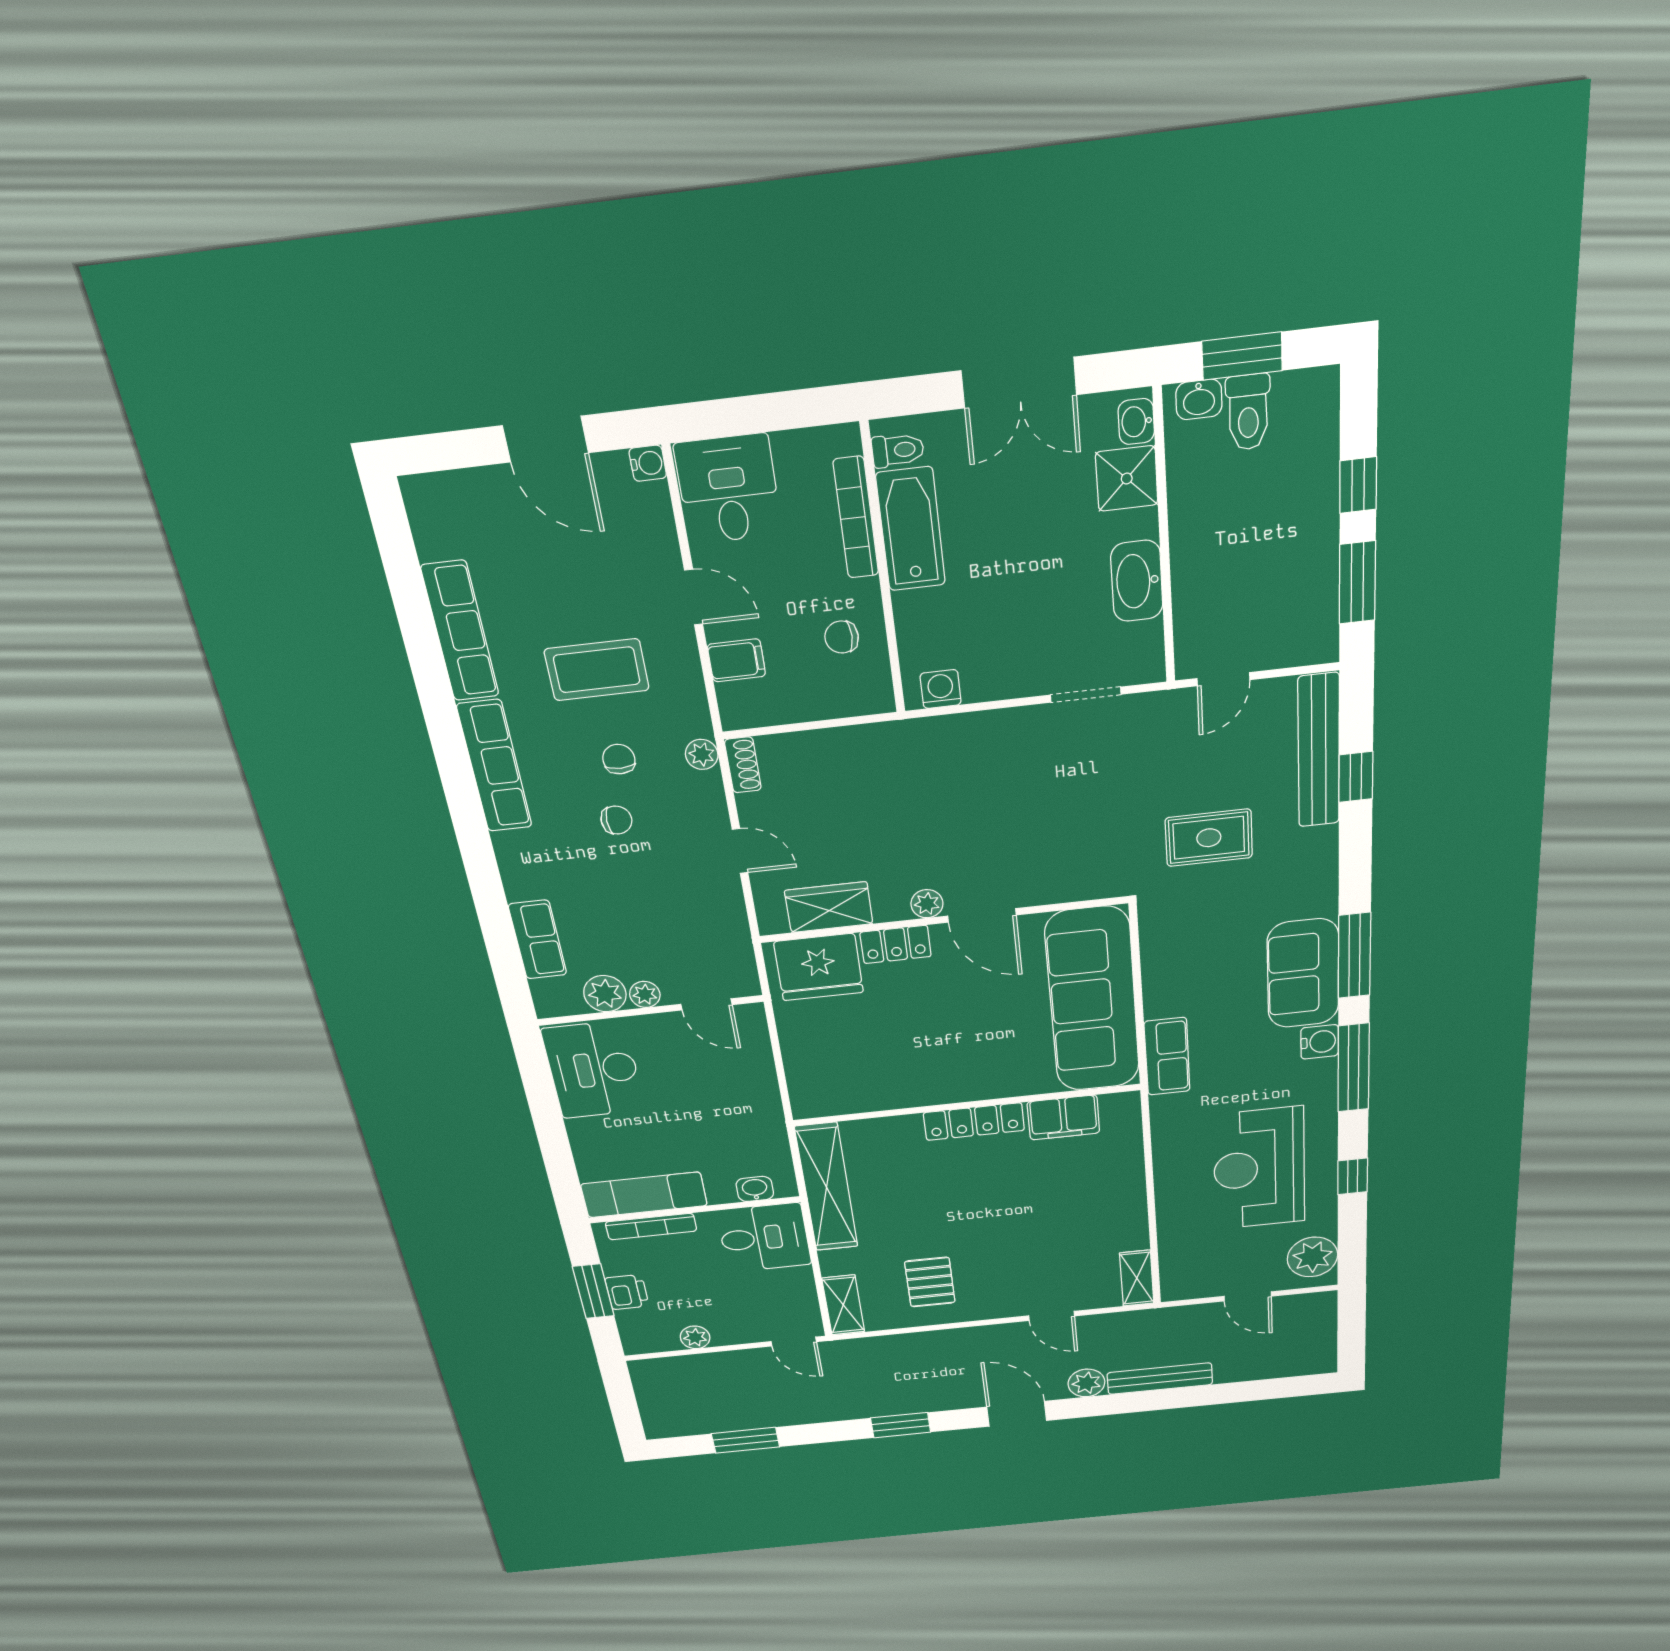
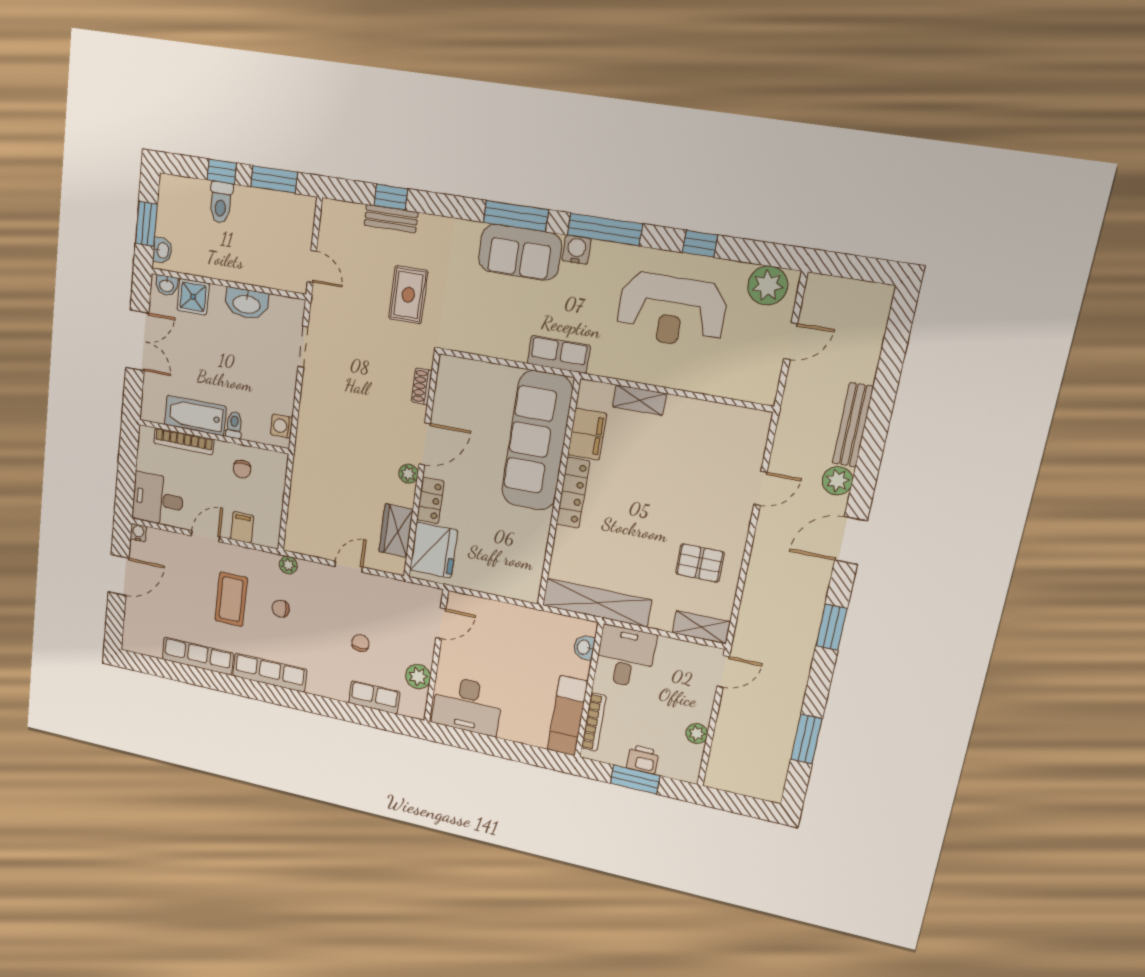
toilet: (1248, 412) -> (221, 202), moved, turned 90
toilet: (898, 450) -> (234, 425), moved
bench: (1319, 751) -> (391, 219), width x0.54, depth x0.82
shoe rack: (743, 765) -> (422, 386), moved, turned -90
chair: (616, 820) -> (360, 643), moved
plant: (645, 994) -> (425, 655), removed
sofa: (1093, 1000) -> (537, 441), moved, turned 90
shelving: (1137, 1278) -> (639, 400), moved

